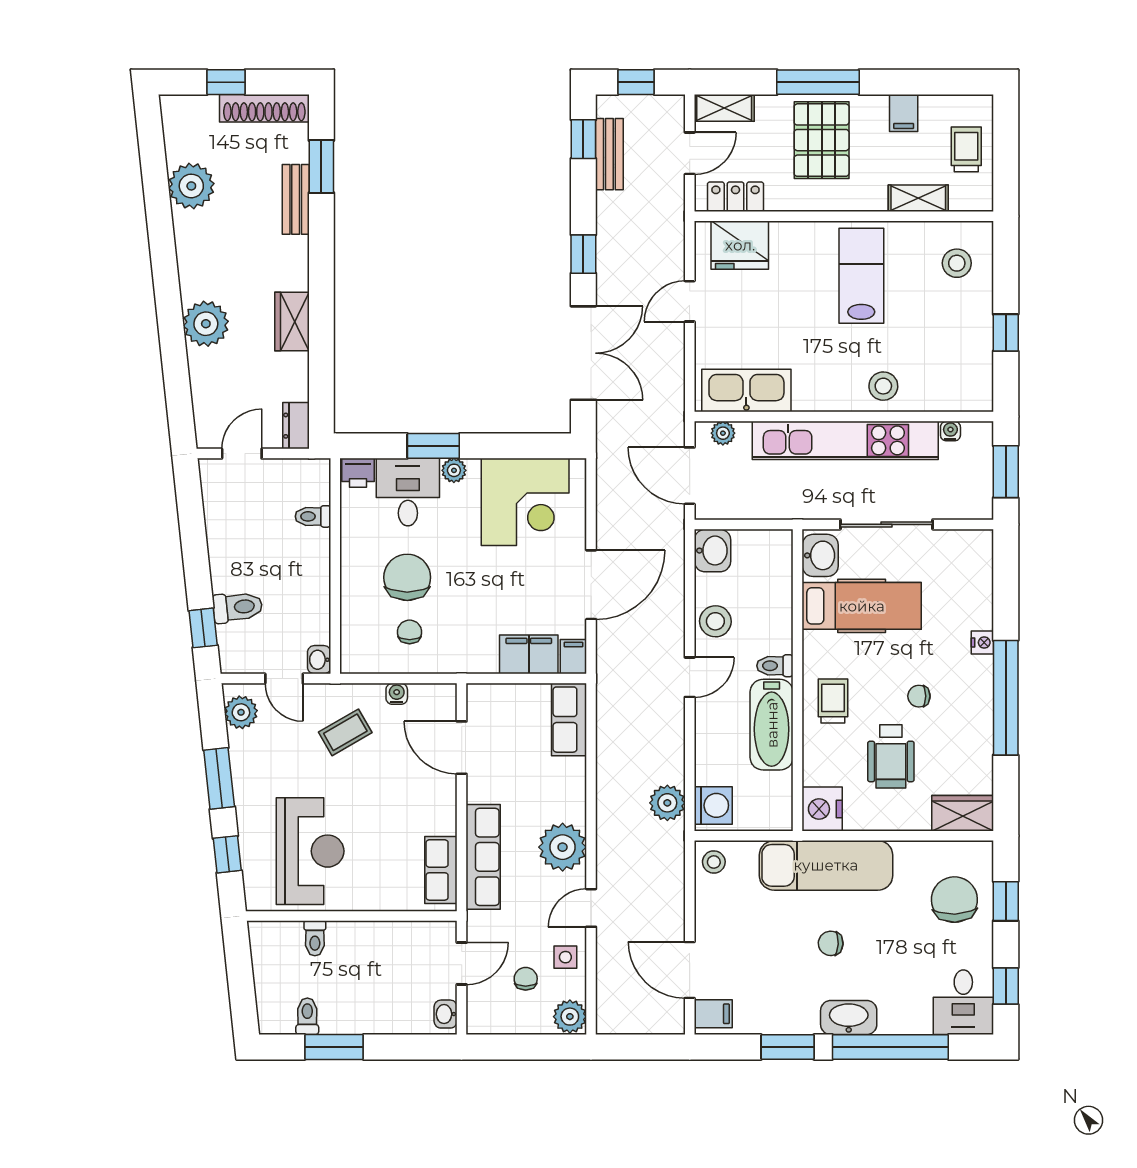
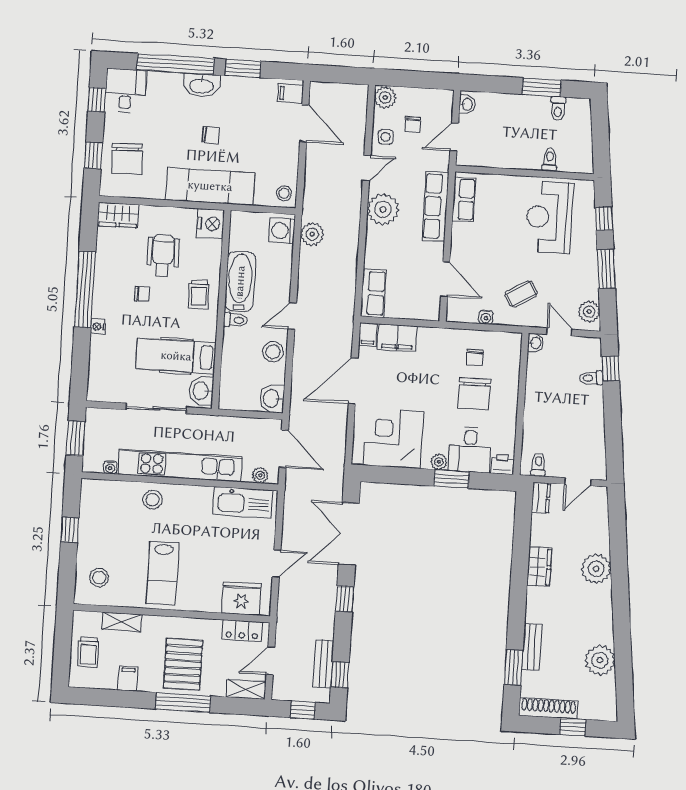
toilet: (313, 516) -> (539, 465), moved, turned -90
toilet: (238, 607) -> (591, 378), width x0.73, depth x0.72

